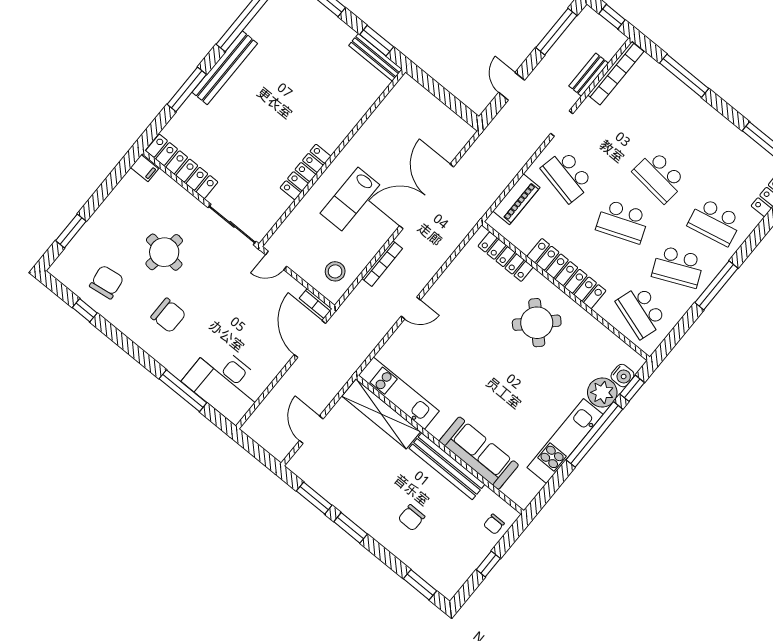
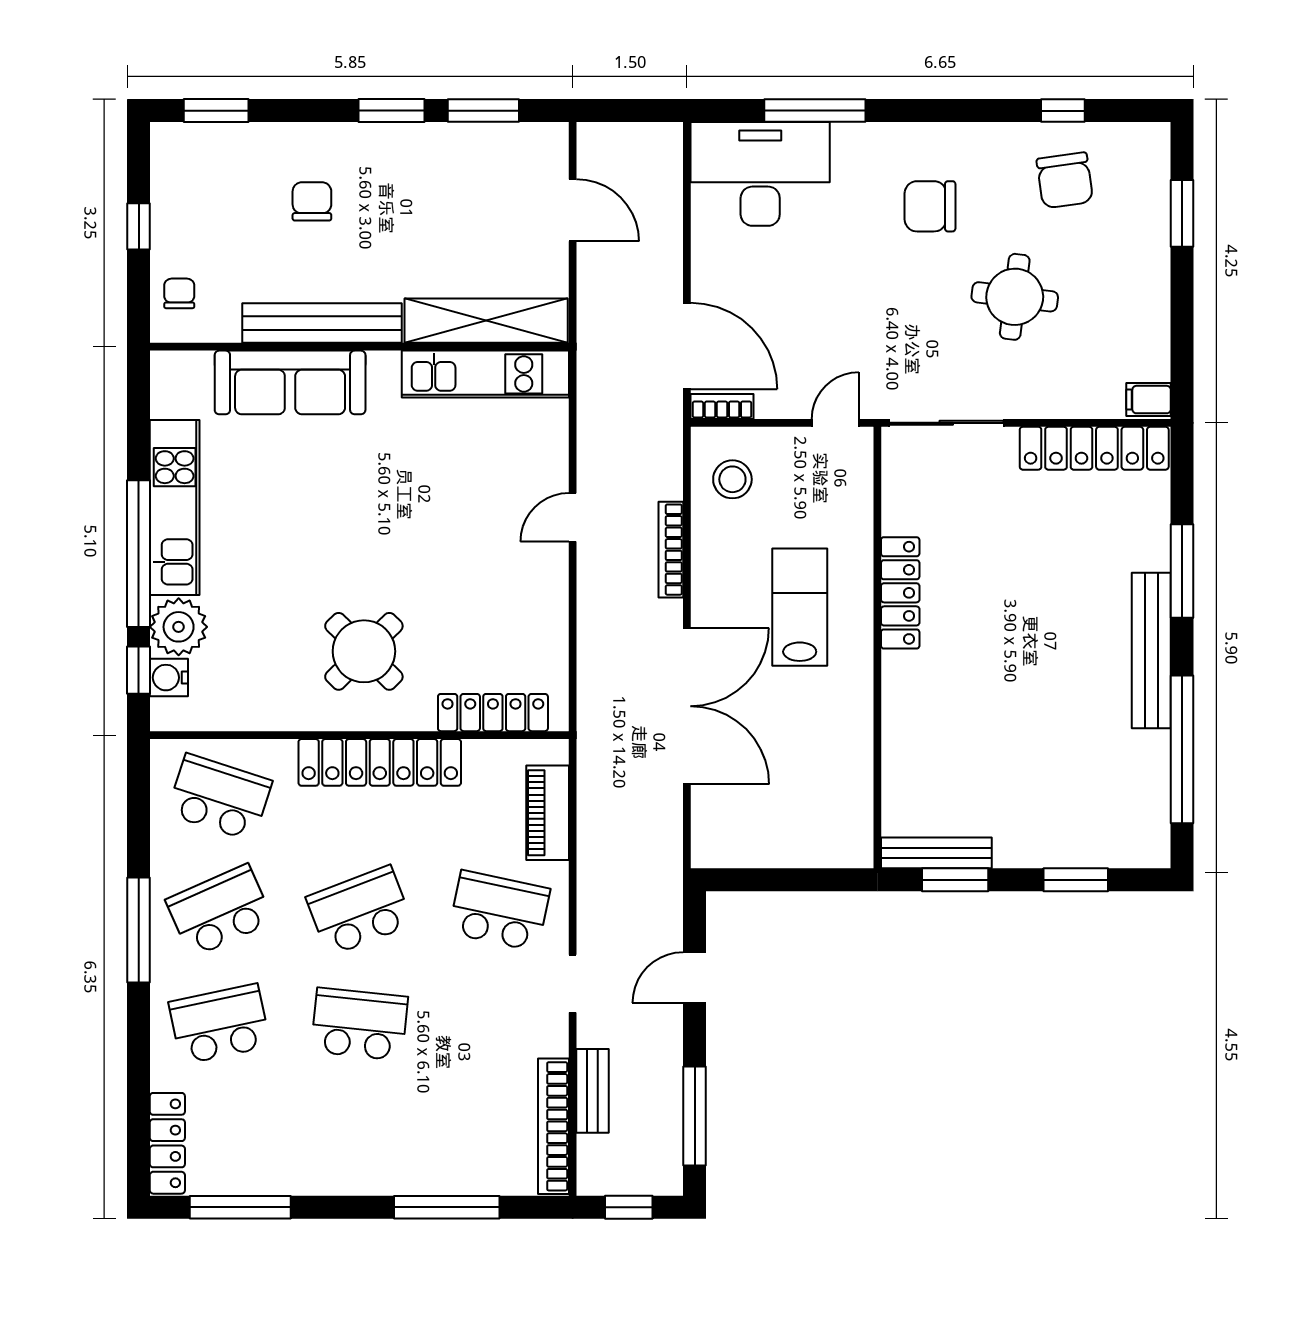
door: (512, 86) -> (695, 978), swing flipped

